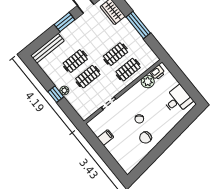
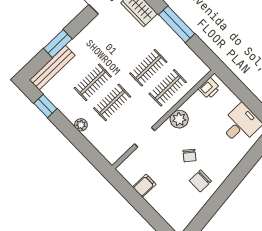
window: (65, 22) -> (58, 44), moved
plant: (148, 82) -> (179, 119), moved
window: (56, 94) -> (45, 106), moved

